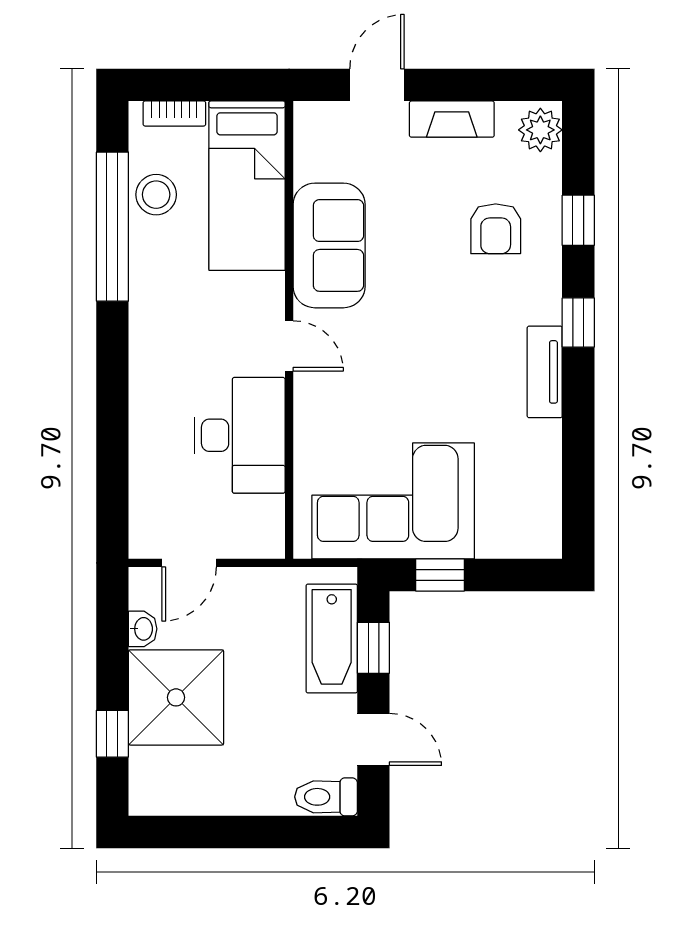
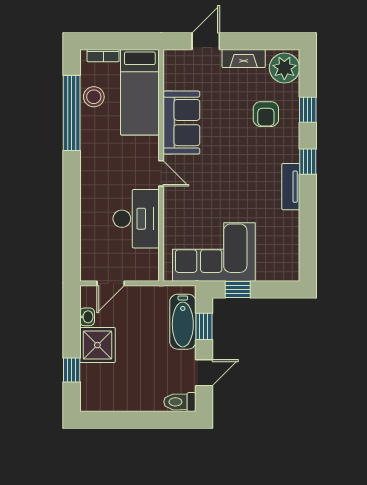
plant: (540, 130) -> (284, 68), width x1.36, depth x1.36
shower: (176, 697) -> (97, 345), width x0.73, depth x0.73
door: (373, 739) -> (204, 373), hinge flipped

